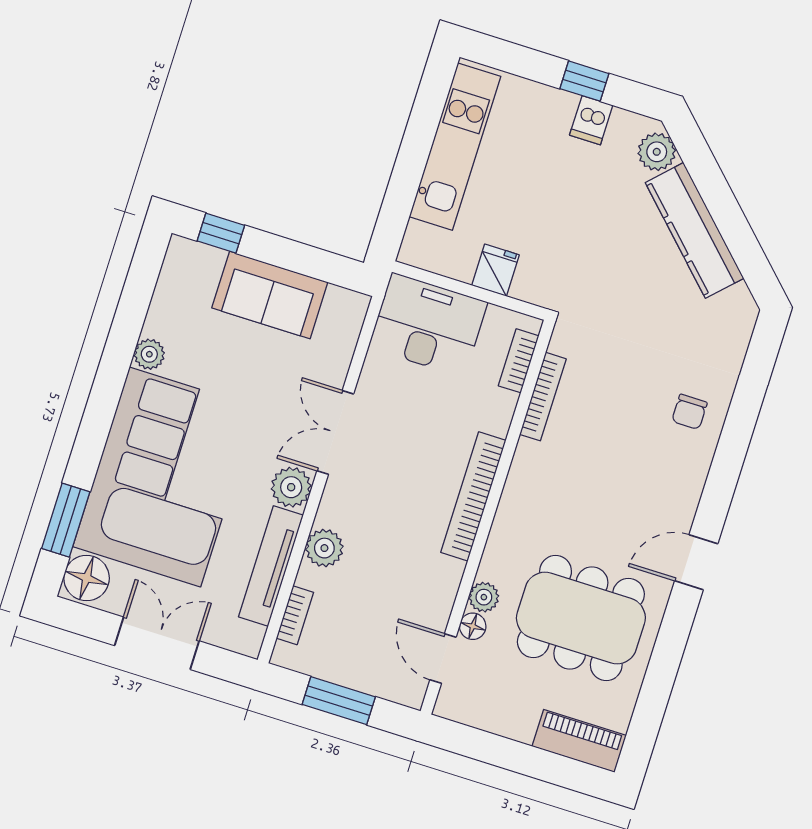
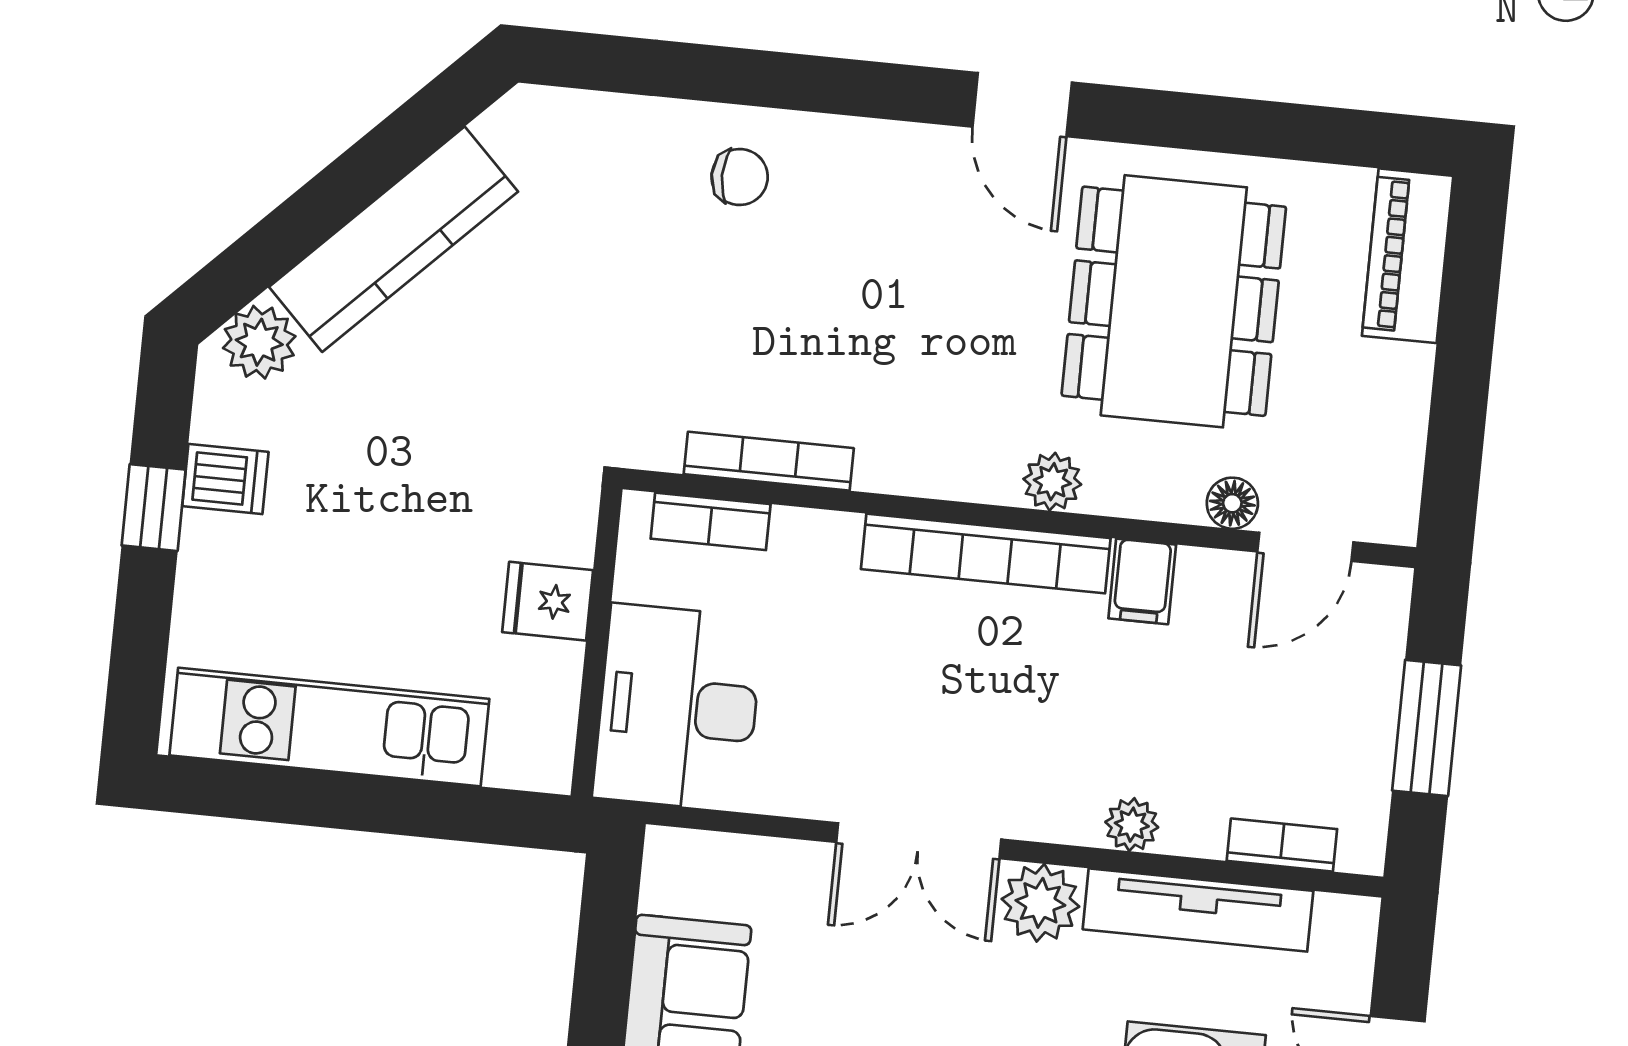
plant: (324, 548) -> (1132, 825), width x0.73, depth x0.73
filing cabinet: (443, 572) -> (1142, 581), added
plant: (484, 597) -> (1052, 482), moved

